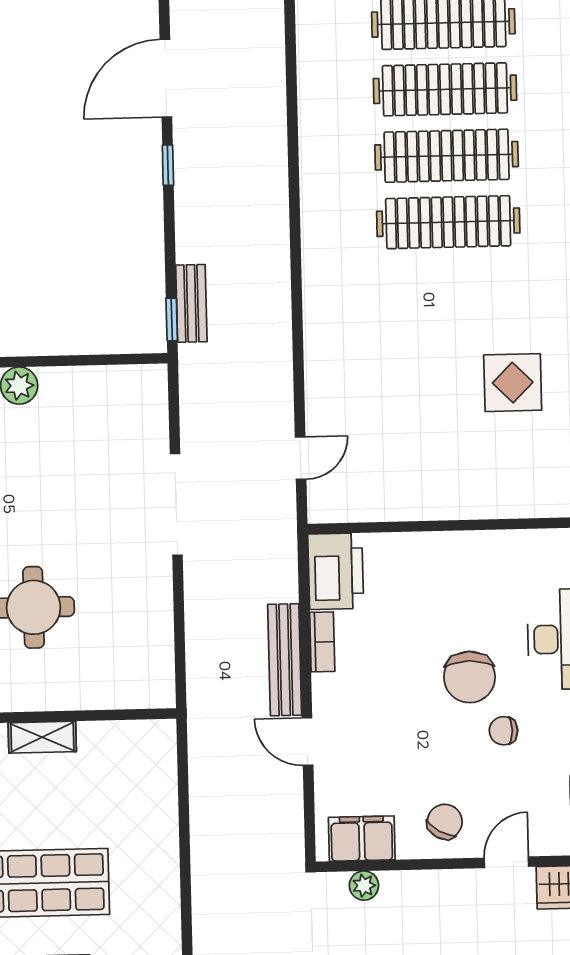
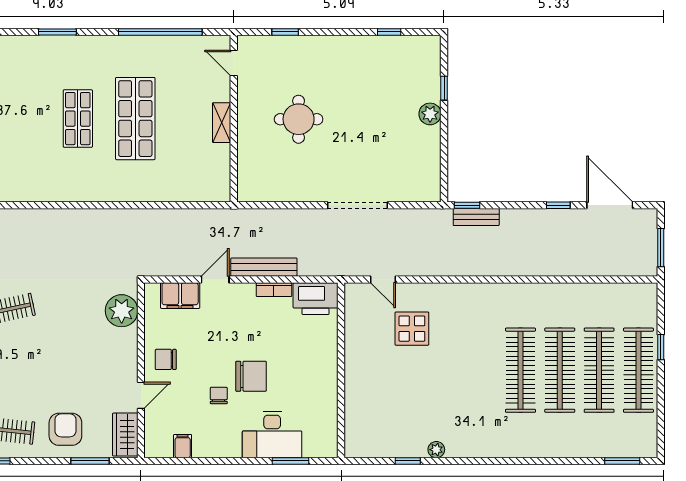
display table: (513, 383) -> (412, 329), moved
chair: (470, 677) -> (251, 376), turned 180
chair: (445, 822) -> (166, 359), turned 150
filing cabinet: (362, 839) -> (180, 296), moved, turned 90
door: (506, 862) -> (141, 395), hinge flipped
plant: (364, 886) -> (122, 311), width x1.88, depth x1.88

